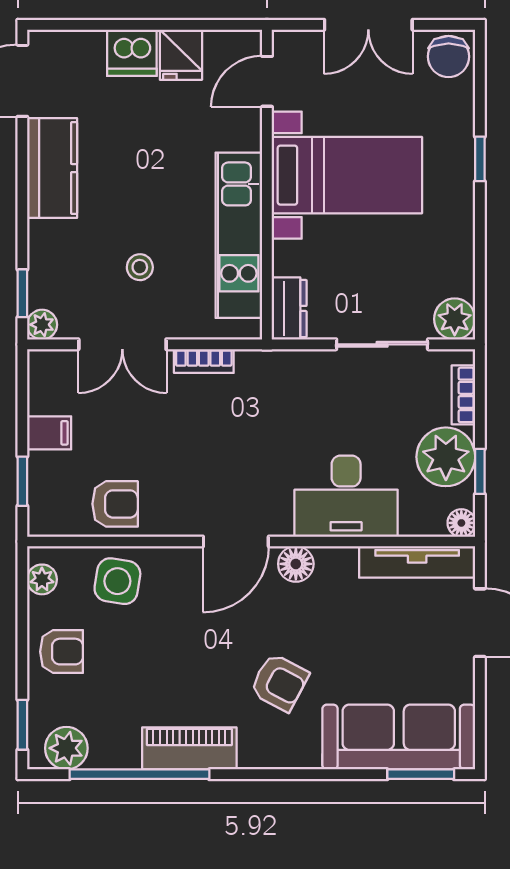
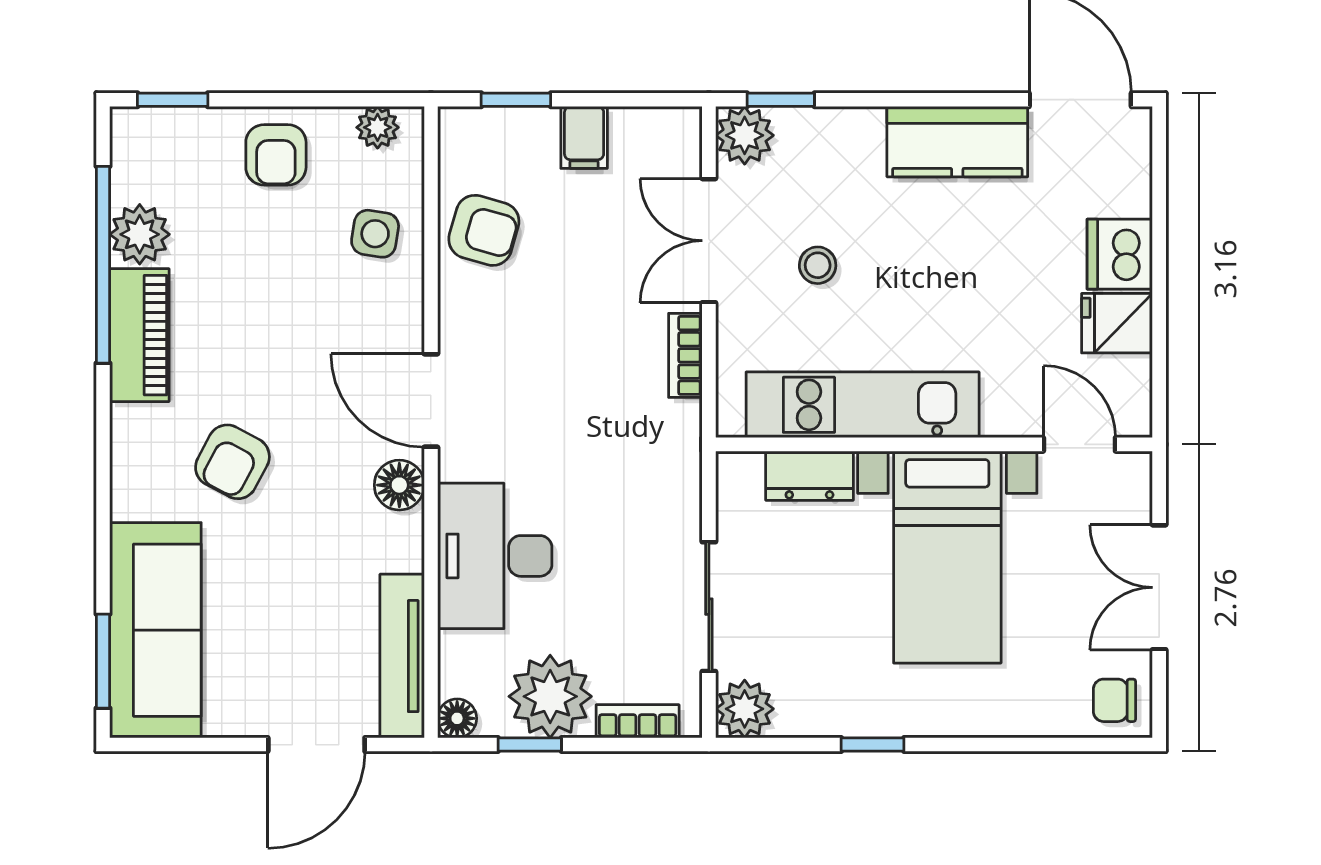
chair: (449, 57) -> (1114, 700), width x0.73, depth x0.73
window: (480, 159) -> (873, 745), moved
dresser: (289, 308) -> (809, 476), moved
plant: (42, 325) -> (745, 135), width x1.38, depth x1.38
armchair: (115, 504) -> (484, 230), turned -74
side table: (117, 581) -> (375, 234), width x0.73, depth x0.73
plant: (66, 748) -> (140, 234), moved

